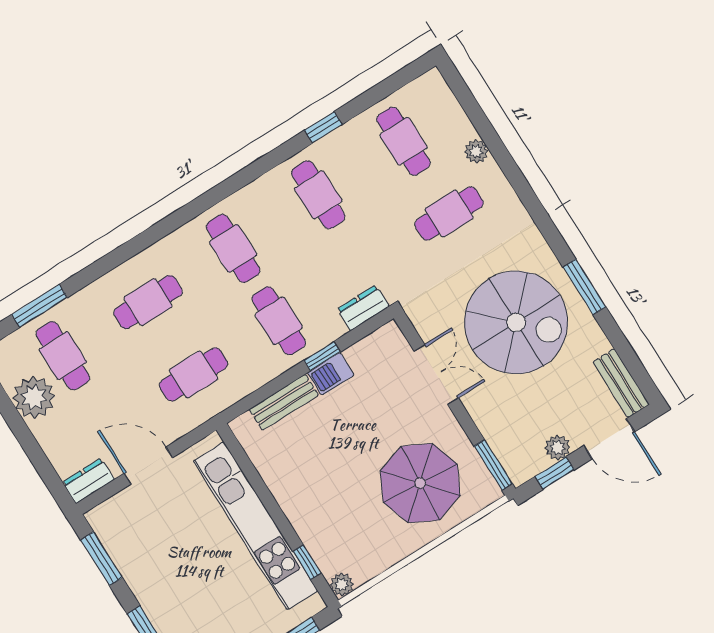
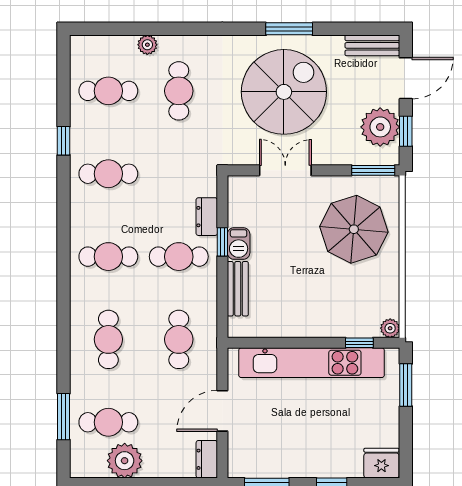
dresser: (363, 308) -> (207, 217), moved
plant: (558, 447) -> (380, 127), width x1.88, depth x1.88

